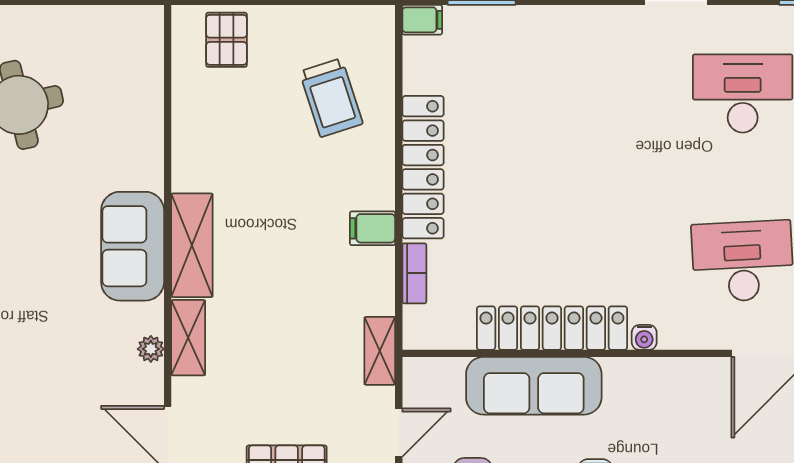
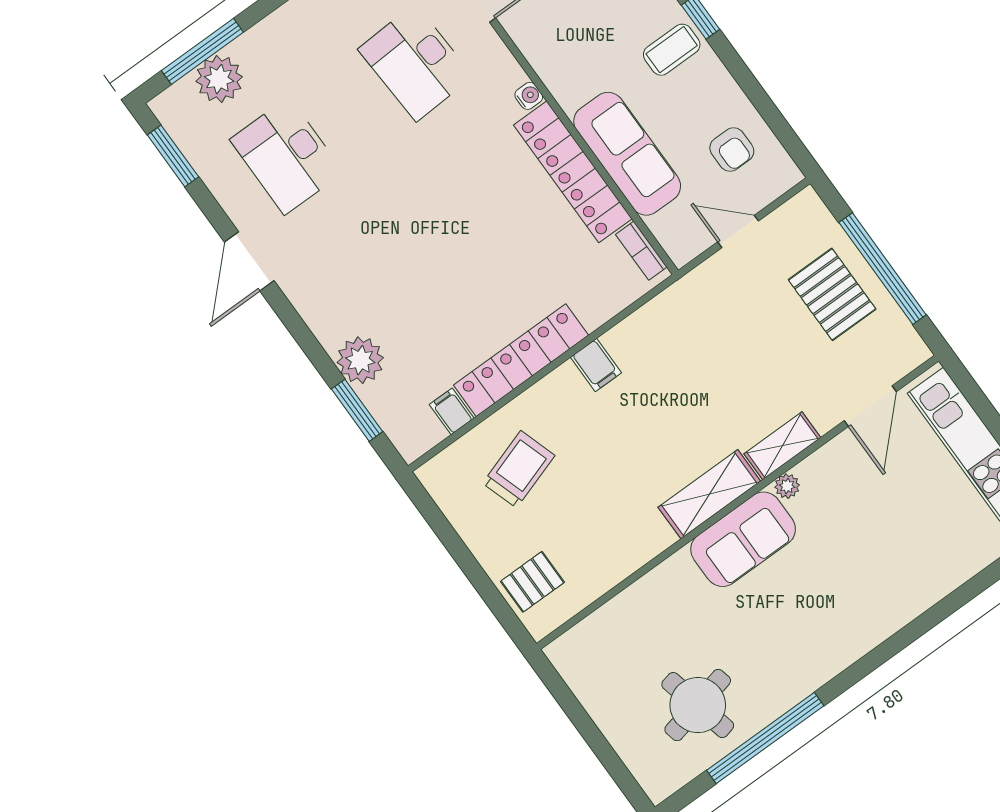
filing cabinet: (422, 20) -> (452, 411), moved
plant: (523, 30) -> (360, 360), added
bookcase: (414, 273) -> (641, 251), moved, turned -90
plant: (151, 349) -> (787, 486), moved
shelving: (380, 351) -> (686, 291), removed

